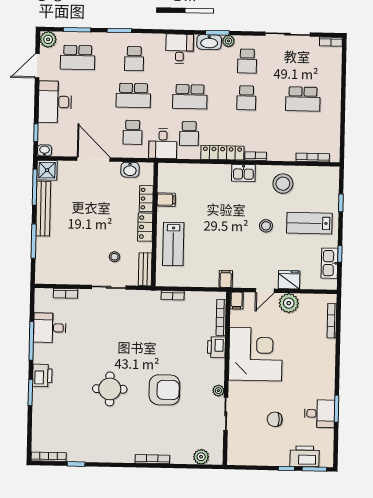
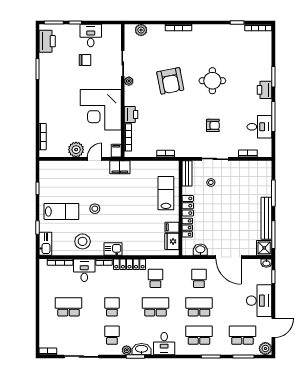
school desk: (134, 59) -> (199, 335), width x1.85
desk: (163, 144) -> (84, 270), moved
kitchen sink: (329, 263) -> (45, 244), moved
filing cabinet: (226, 279) -> (120, 167), width x2.00
fridge: (289, 280) -> (172, 241), moved, turned 90
armchair: (110, 331) -> (213, 125), added
armchair: (164, 390) -> (170, 81), turned -101
desk: (319, 414) -> (91, 35), moved, turned 90
printer: (305, 456) -> (47, 41), moved, turned -90

